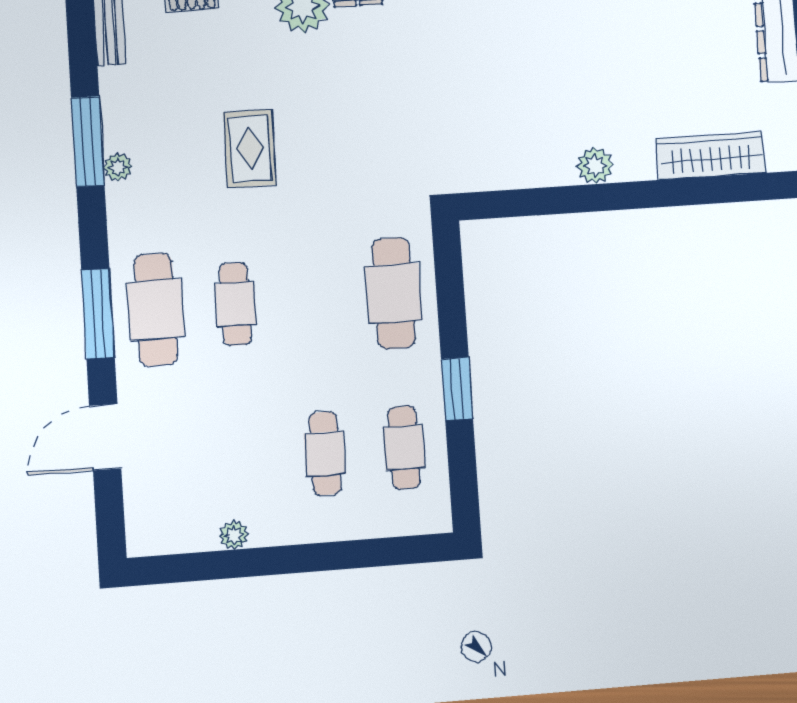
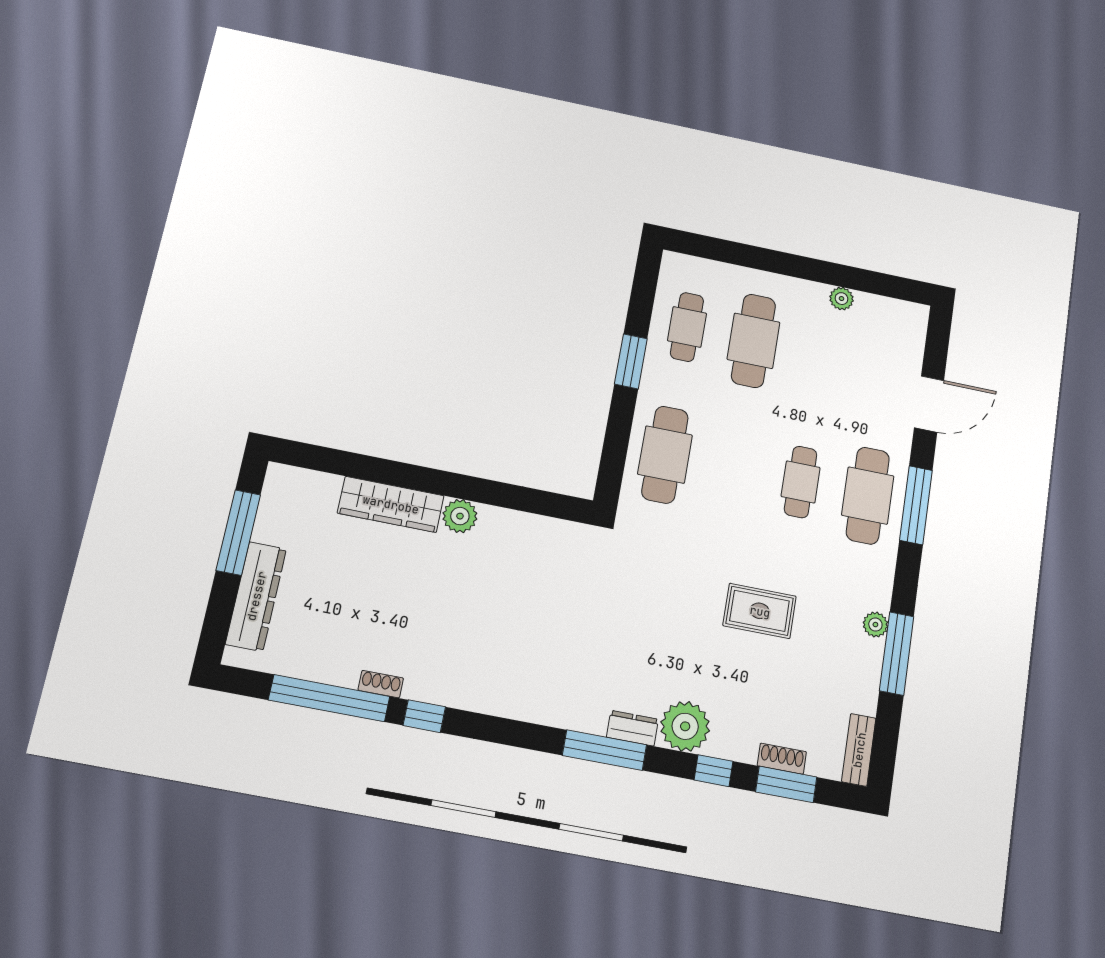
rug: (250, 149) -> (760, 611), turned 90
wardrobe: (711, 156) -> (391, 504), moved
cafe table: (325, 454) -> (753, 341), width x1.37, depth x1.35

